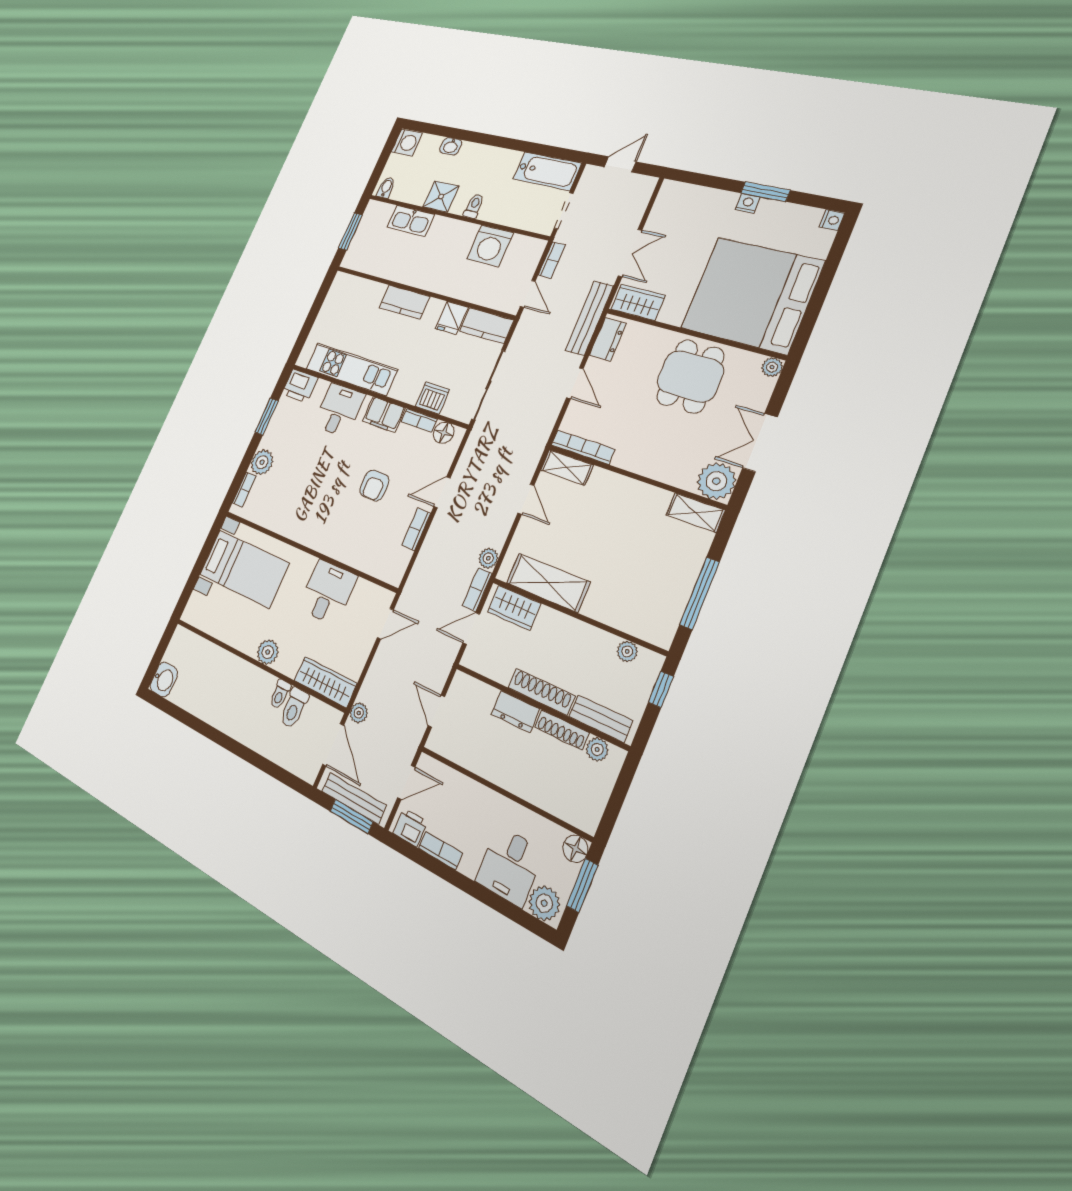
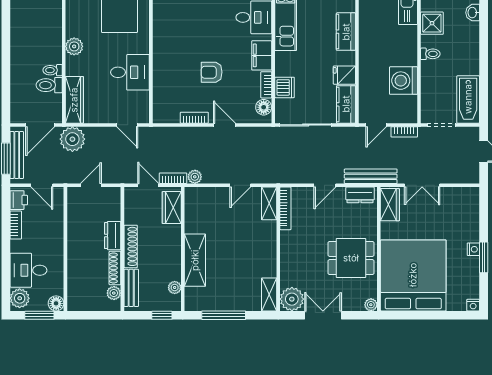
shelving: (548, 583) -> (195, 260), moved
plant: (359, 713) -> (72, 139), width x1.87, depth x1.87

